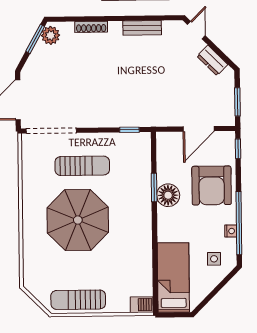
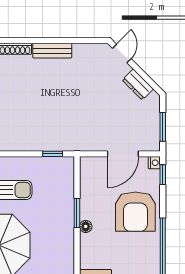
bench: (142, 28) -> (52, 51), moved
floor lamp: (168, 195) -> (86, 226), width x0.53, depth x0.53
nightstand: (231, 231) -> (154, 163), moved

